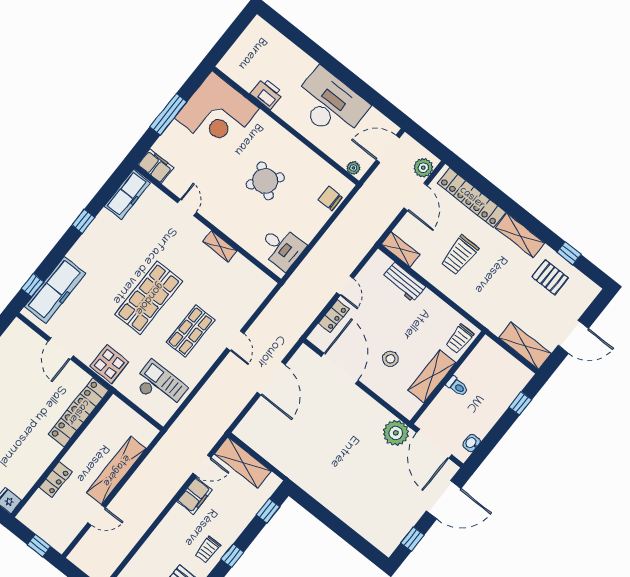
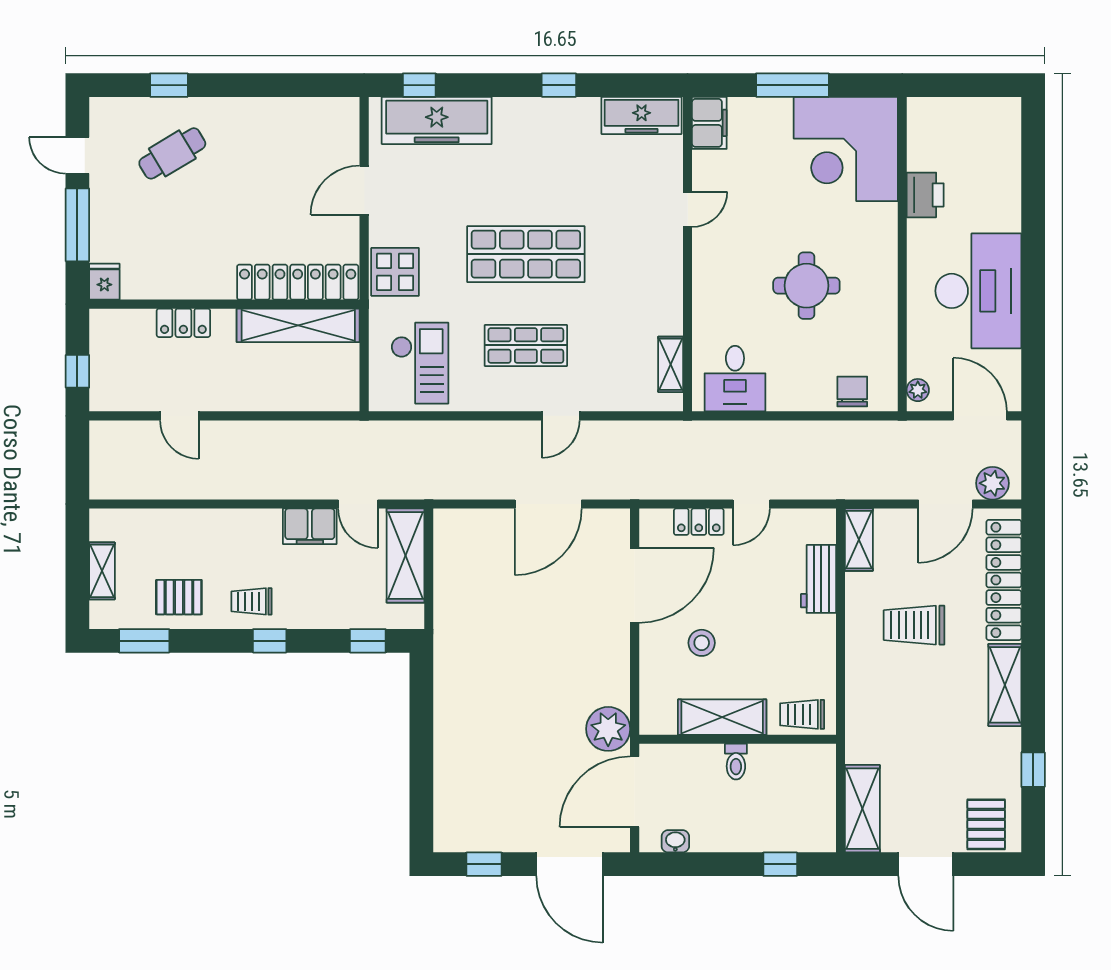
round table: (265, 181) -> (806, 286), turned -38
shelving: (220, 246) -> (671, 364), moved
pallet: (550, 277) -> (986, 824), moved
shelving: (116, 470) -> (298, 325), moved

